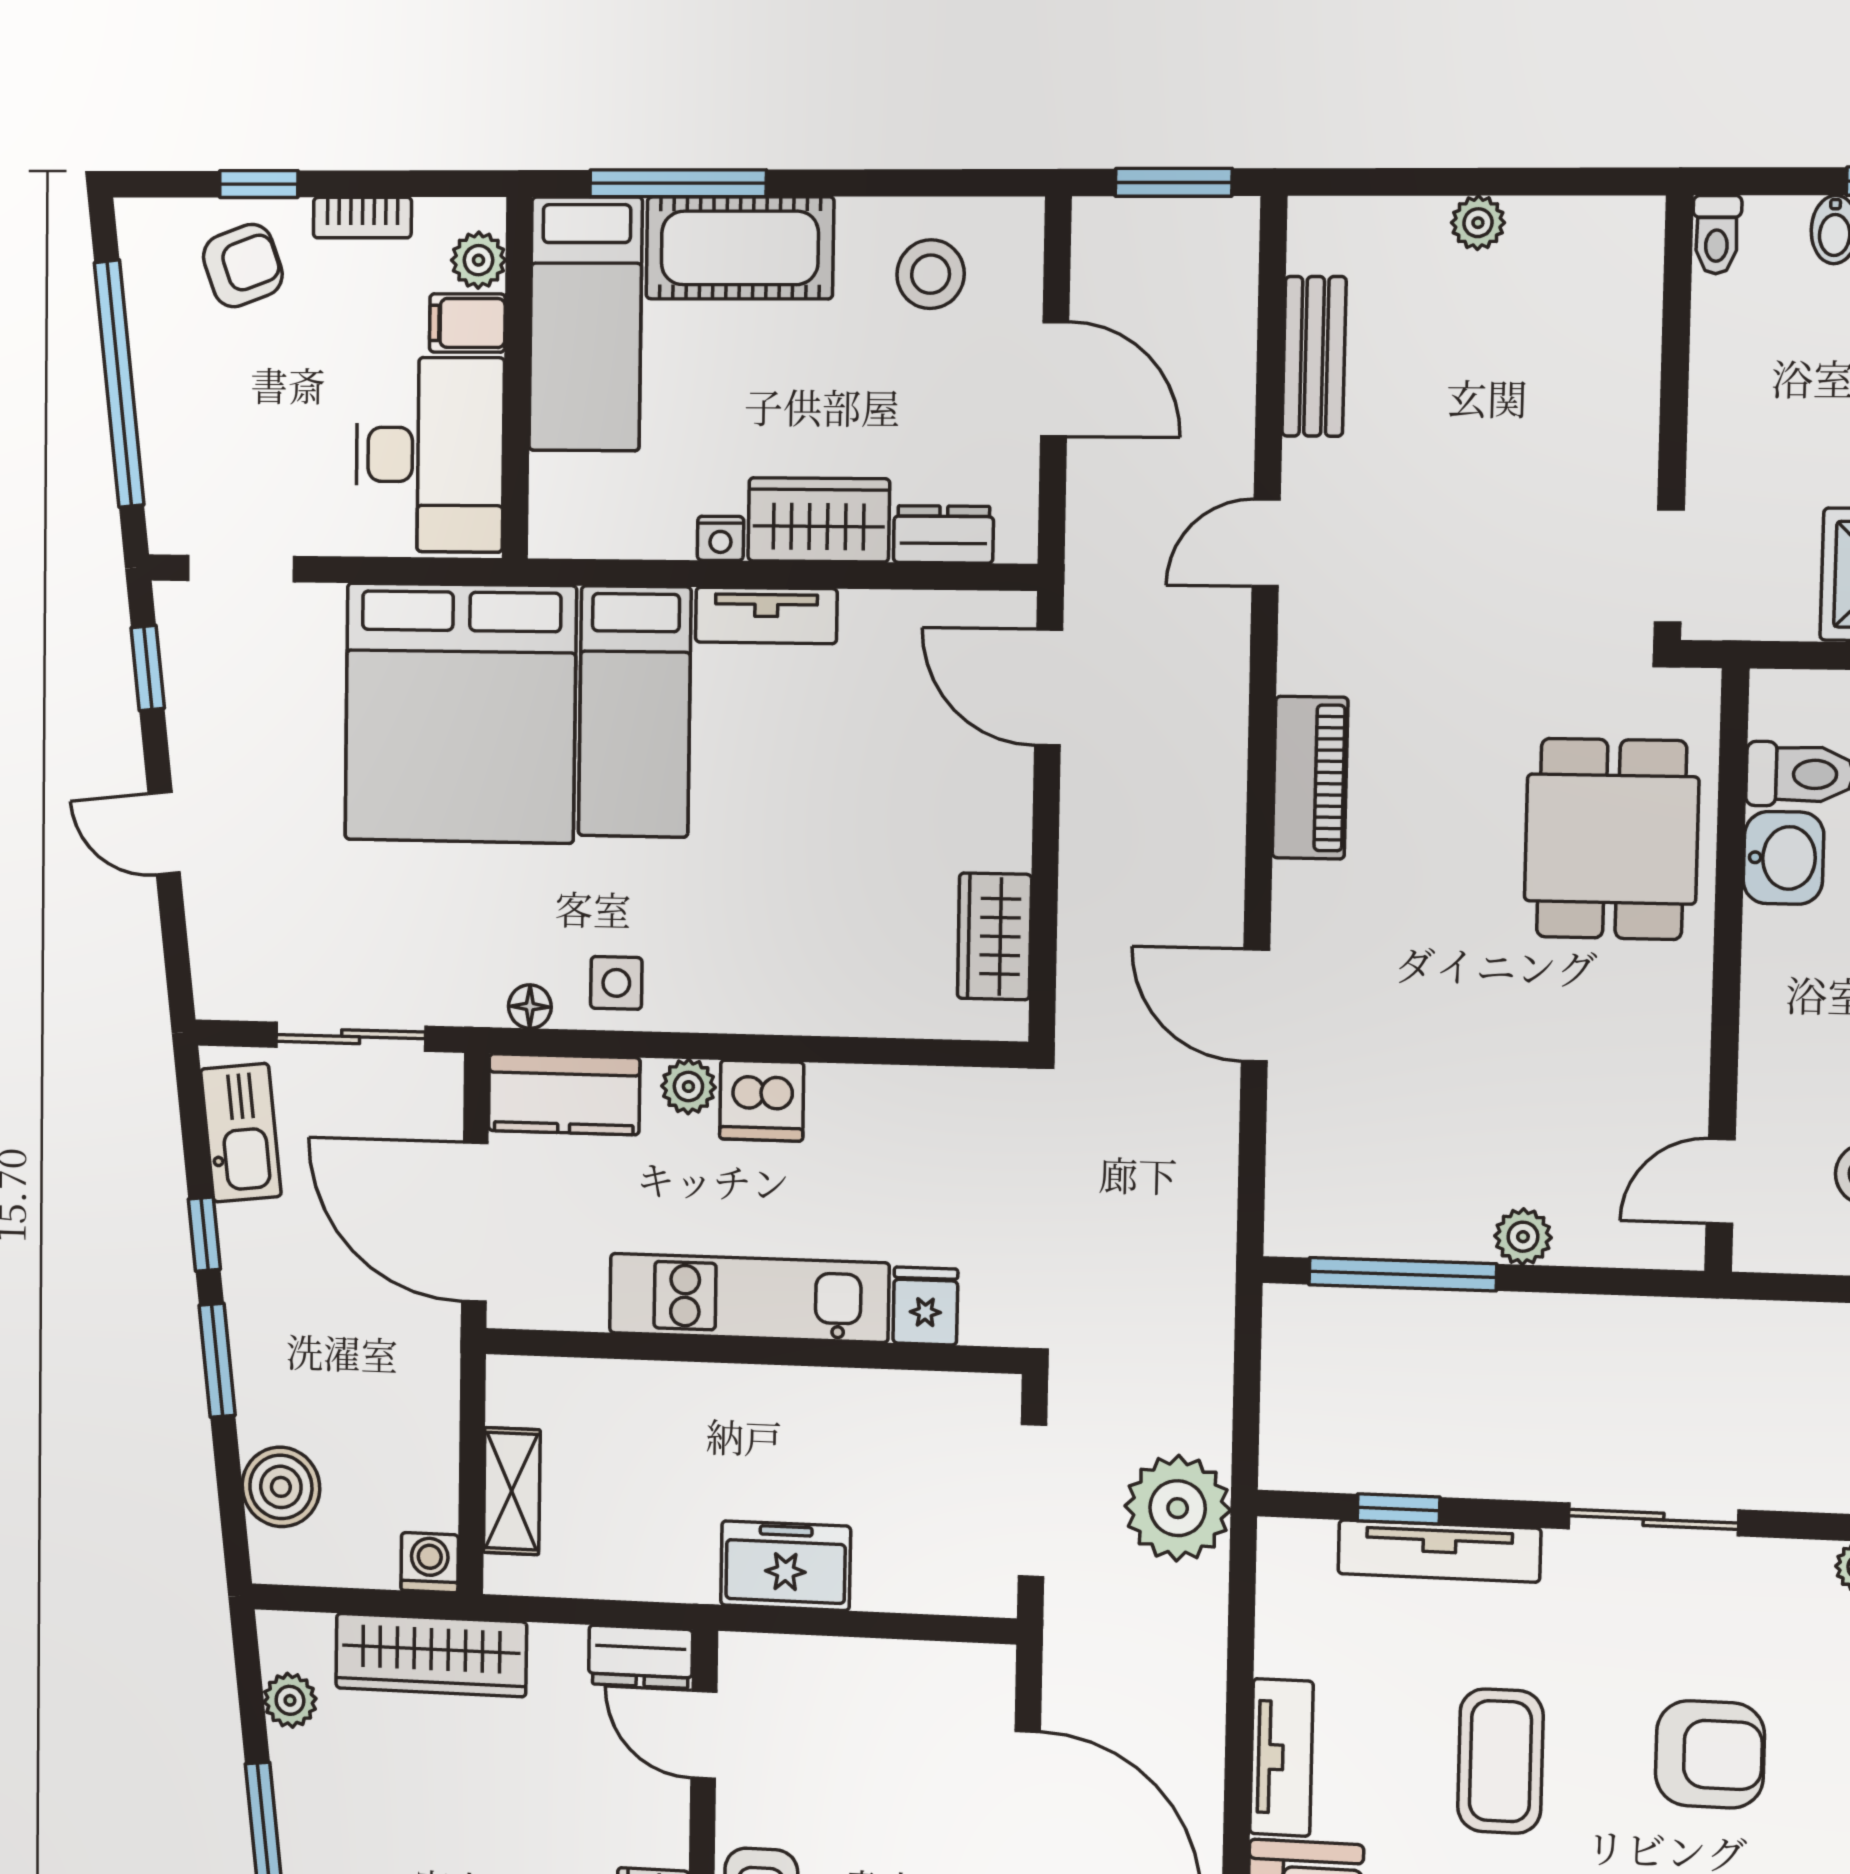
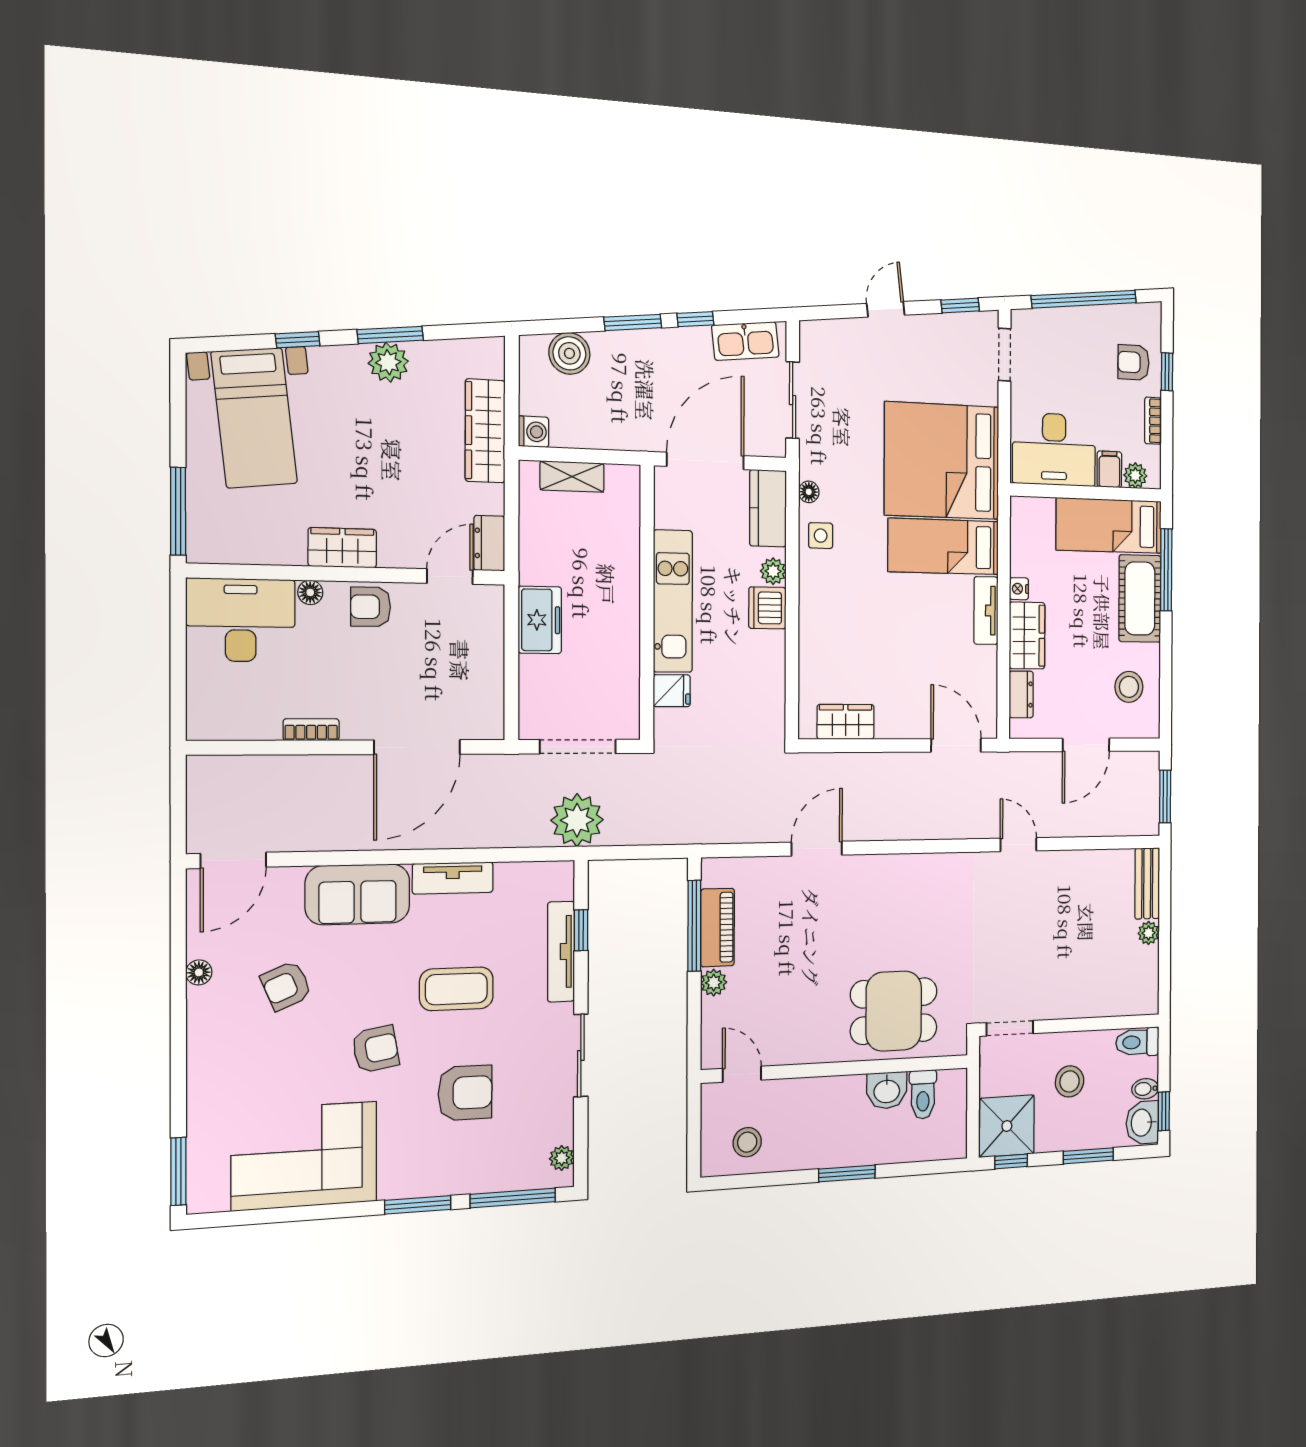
toilet: (1717, 235) -> (1137, 1042), width x1.37, depth x1.39
armchair: (243, 266) -> (1133, 362), turned 110
bench: (1314, 356) -> (1147, 883), moved, turned 90
stool: (1801, 420) -> (1070, 1081), added
door: (1049, 688) -> (956, 745), hinge flipped
piano: (1310, 778) -> (717, 927), moved, turned -90
plant: (290, 1700) -> (388, 362), moved, width x1.38, depth x1.38
armchair: (1710, 1754) -> (465, 1093), turned -90

